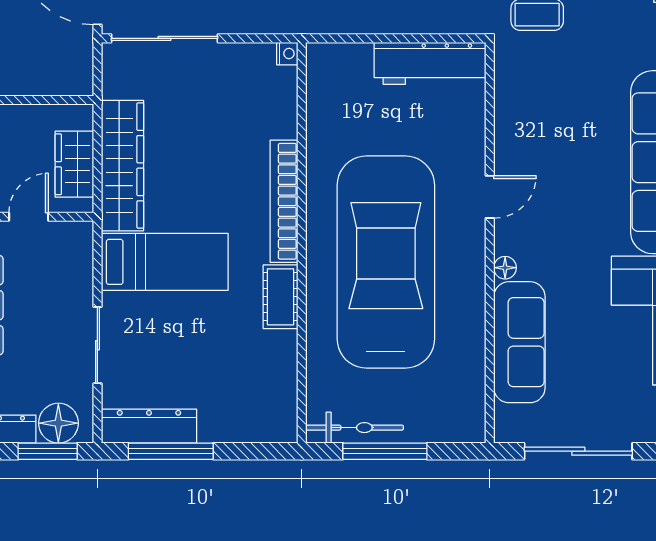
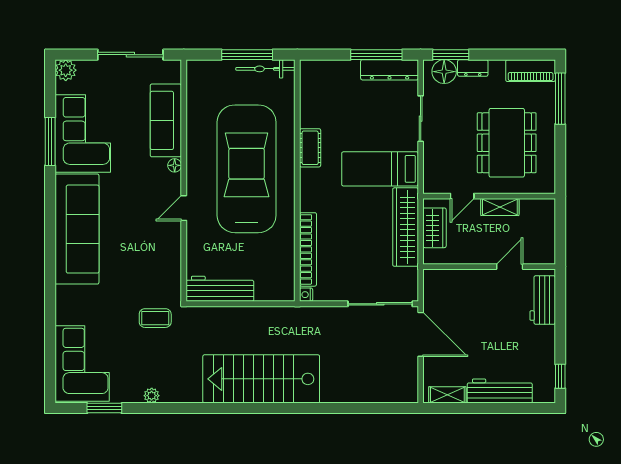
bookcase: (284, 201) -> (308, 249), moved
car: (386, 262) -> (247, 169), turned 180

